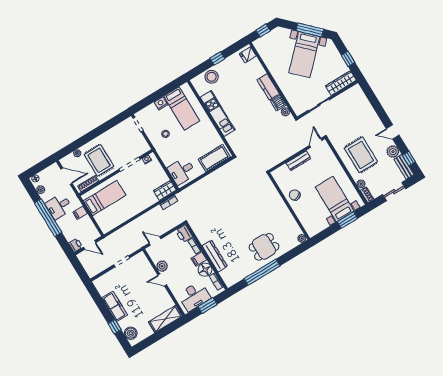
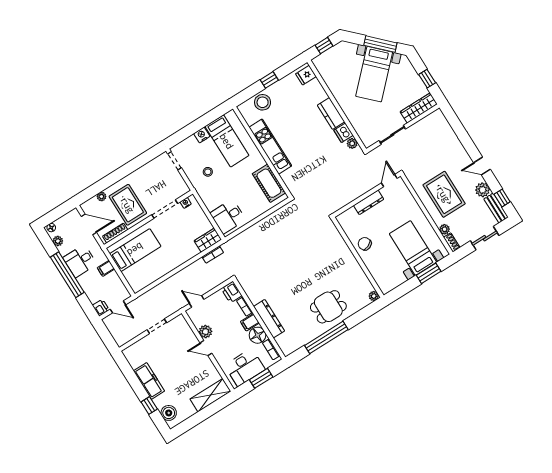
cot: (214, 158) -> (269, 183), moved, turned 90

